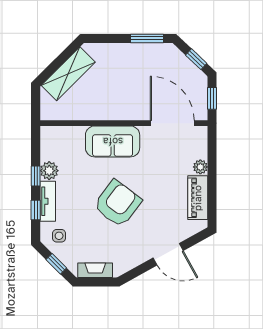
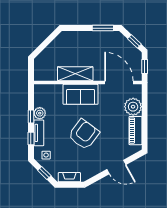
shelving: (68, 74) -> (75, 74), moved, turned 45
plant: (200, 167) -> (133, 107), width x1.87, depth x1.87

